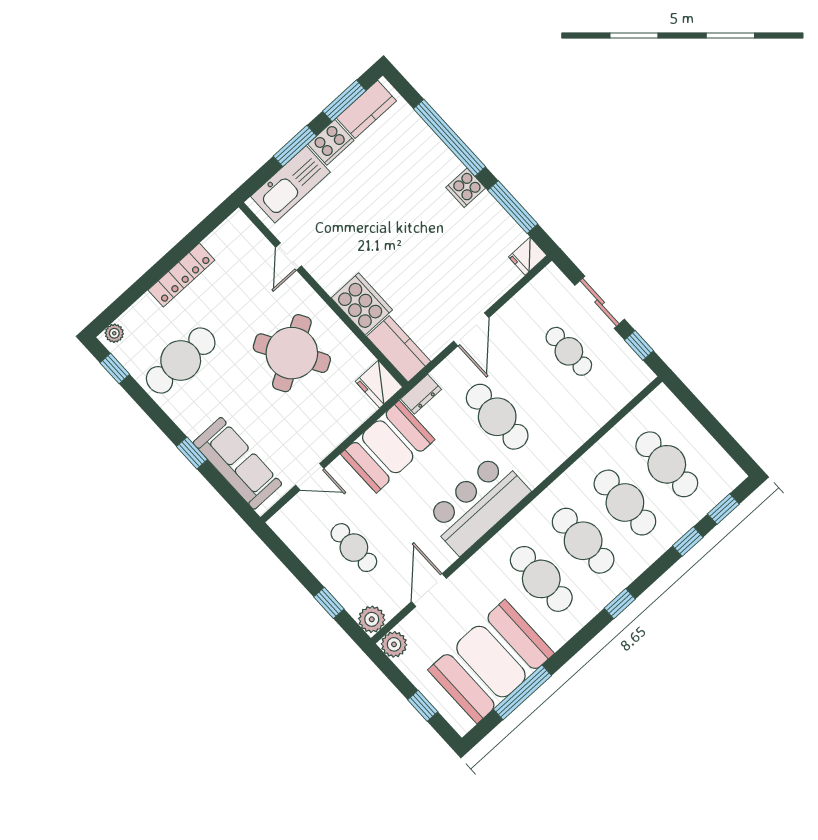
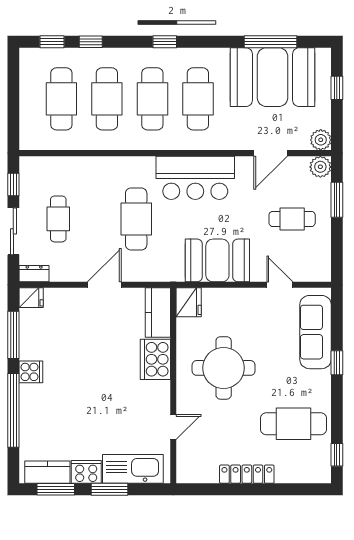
plant: (114, 333) -> (318, 476), removed
round table: (292, 353) -> (224, 368), turned 30
dresser: (421, 394) -> (34, 274), moved
cafe table: (354, 548) -> (292, 219), turned 90
window: (329, 603) -> (337, 200), width x1.50

